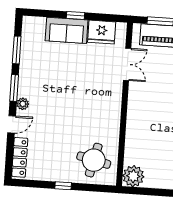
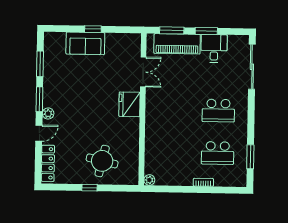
fridge: (102, 32) -> (130, 104), moved, turned 90
round table: (94, 160) -> (102, 161), moved
plant: (133, 176) -> (149, 180), width x0.53, depth x0.53

